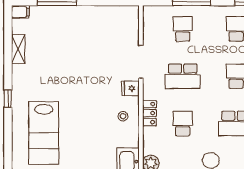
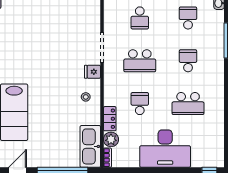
school desk: (183, 29) -> (140, 18), turned 180
locker: (149, 113) -> (110, 119), moved

